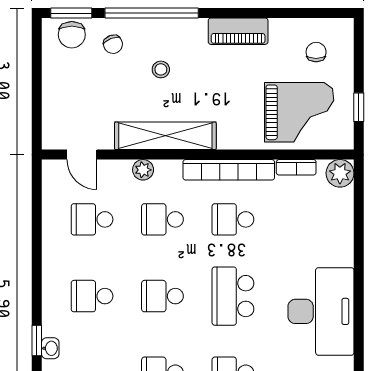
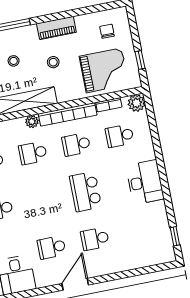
stool: (222, 84) -> (53, 62), added
plant: (143, 170) -> (32, 121), moved
school desk: (162, 296) -> (120, 136), moved
desk: (321, 311) -> (145, 182), width x0.73, depth x0.77

